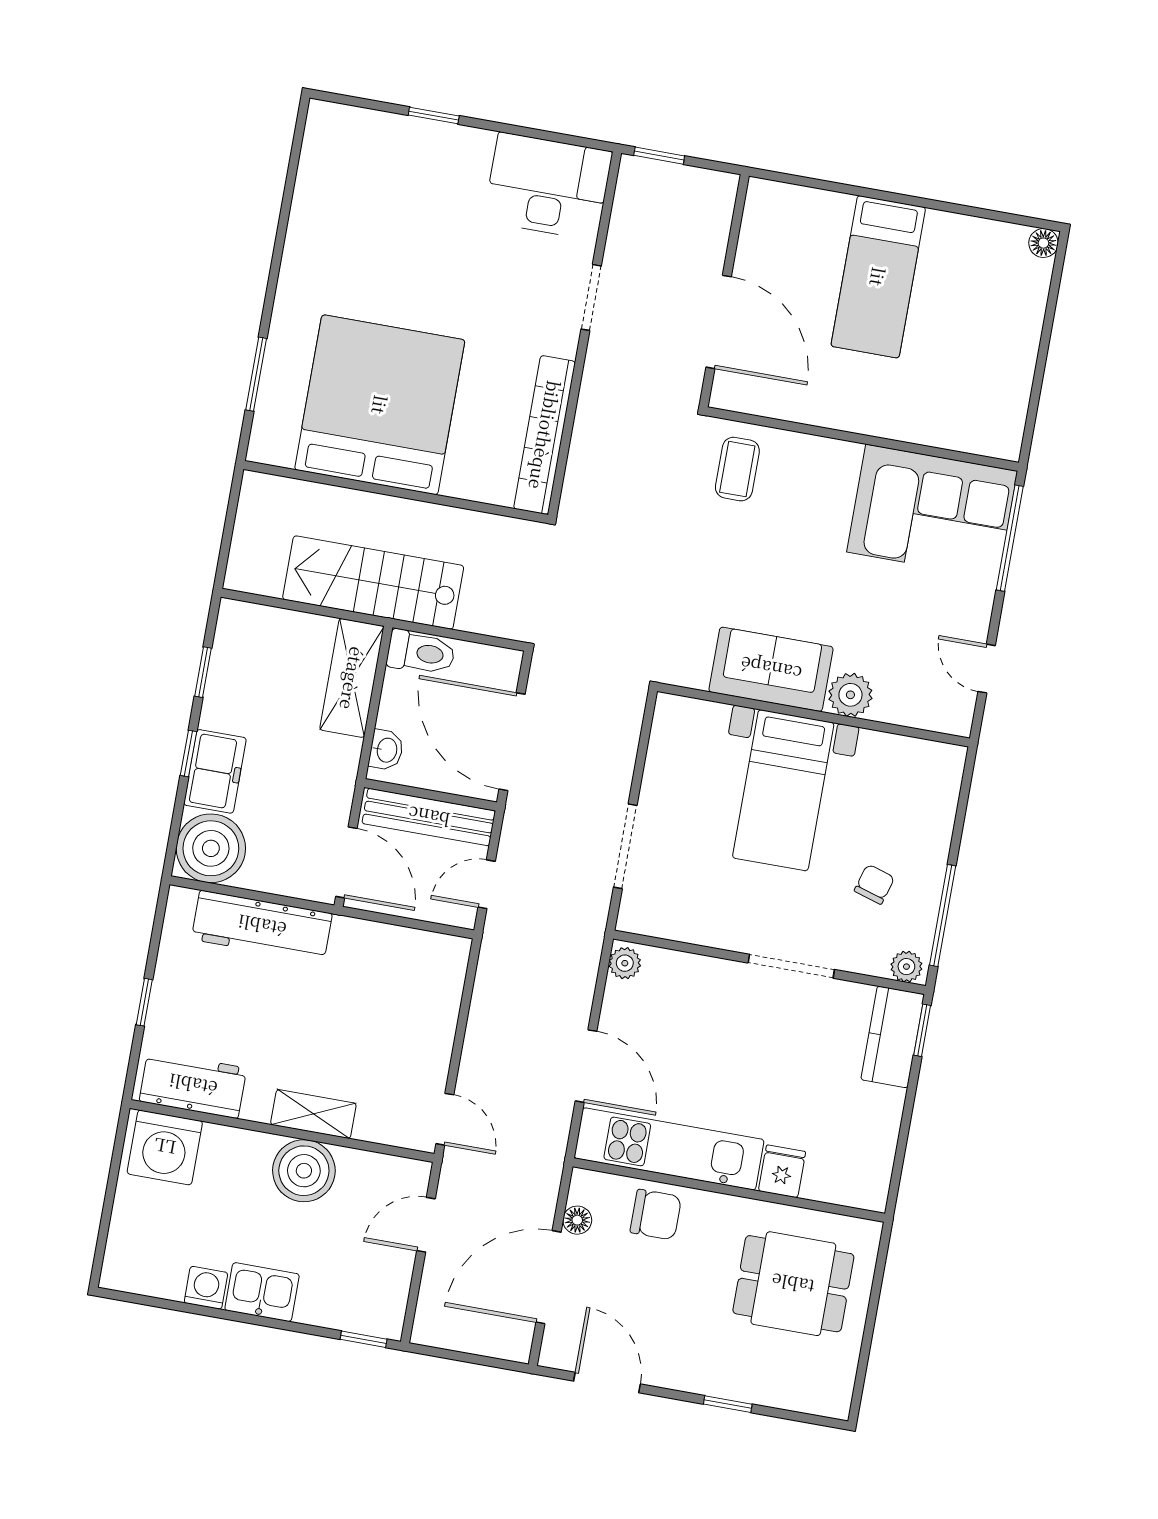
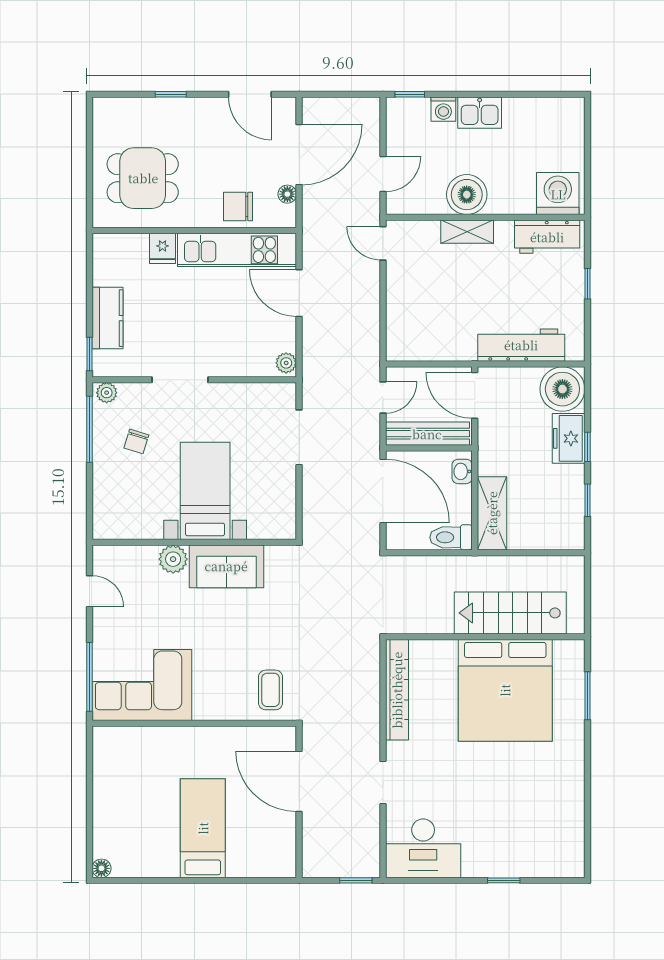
stairs: (373, 583) -> (510, 613), moved, turned 180
kitchen counter: (893, 1037) -> (108, 318), moved
washing machine: (206, 1288) -> (443, 109), moved

